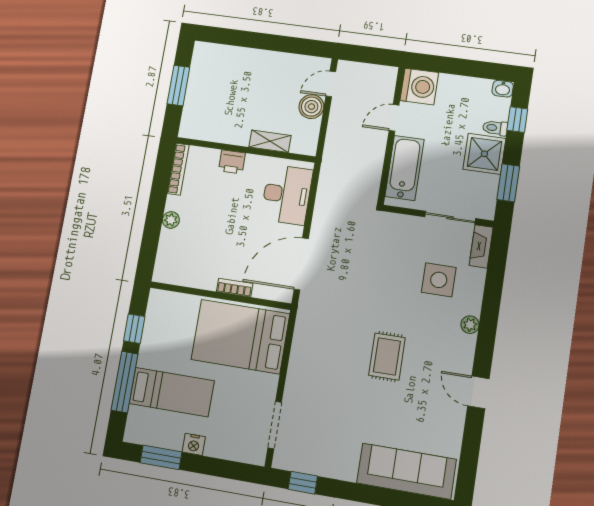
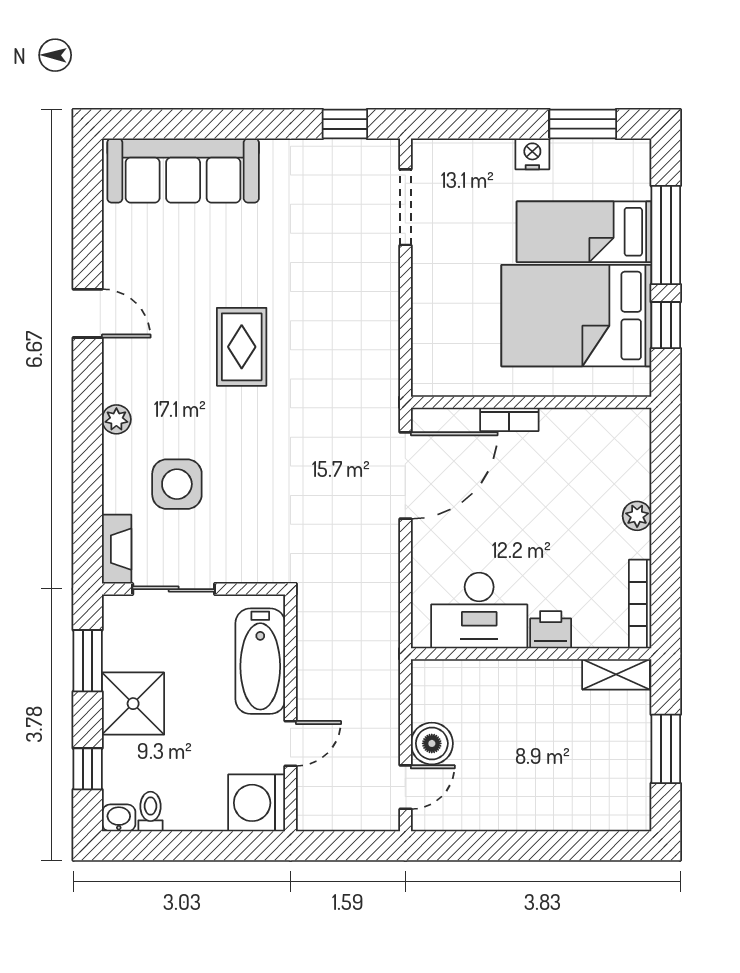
toilet: (495, 128) -> (150, 812), moved, turned -90
shelving: (270, 141) -> (616, 674), moved
desk: (287, 195) -> (479, 610), moved, turned -90
bed: (240, 337) -> (576, 316), moved, turned 180

